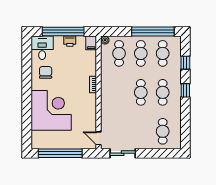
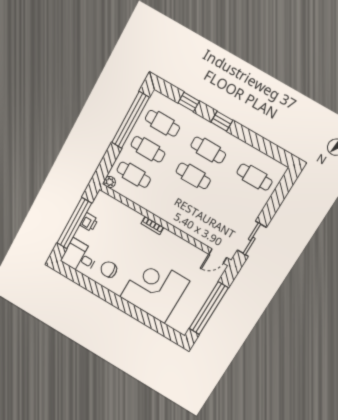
filing cabinet: (91, 43) -> (104, 200), removed

